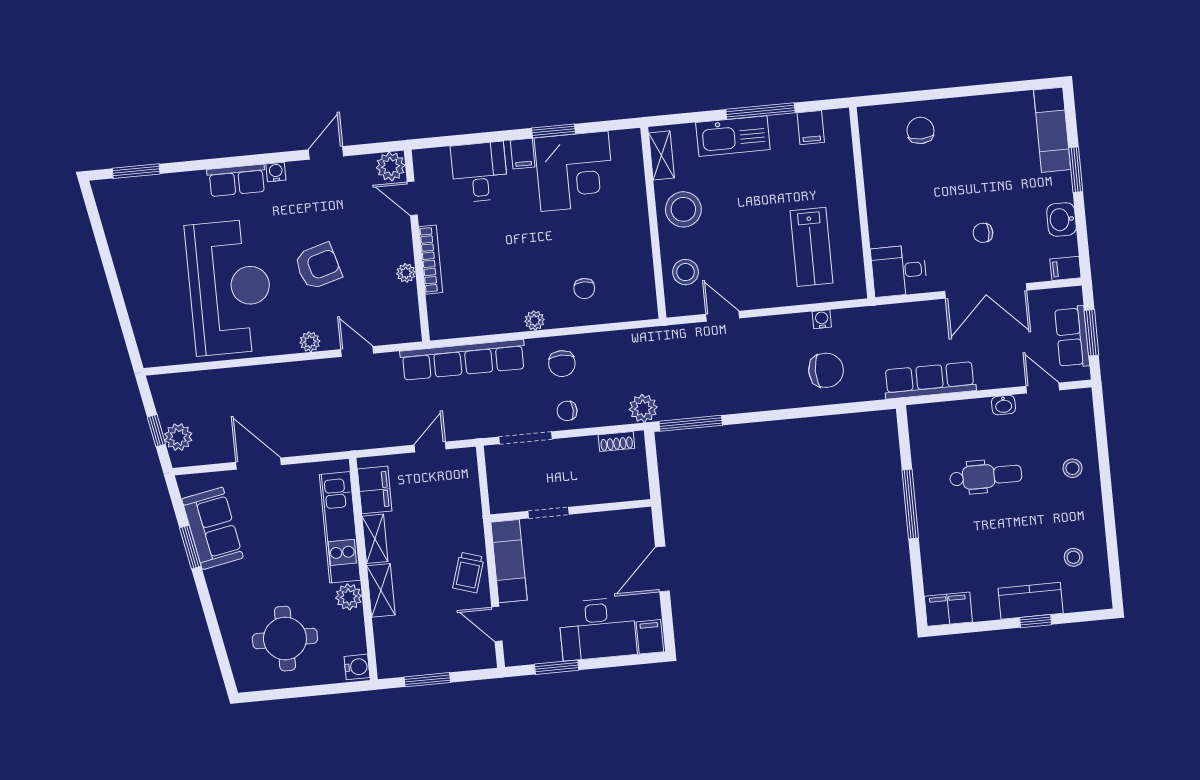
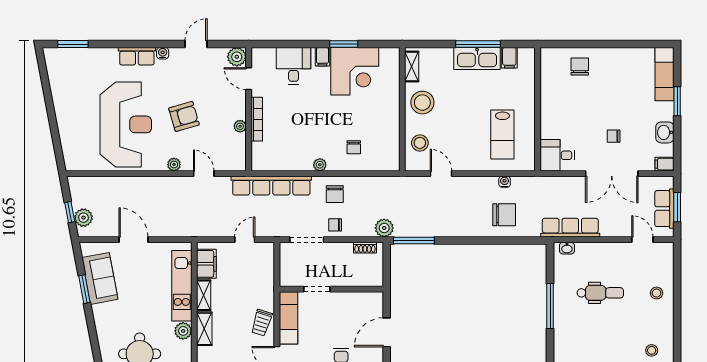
kitchen sink: (733, 136) -> (477, 58), moved
washbasin: (1004, 405) -> (567, 248), moved

